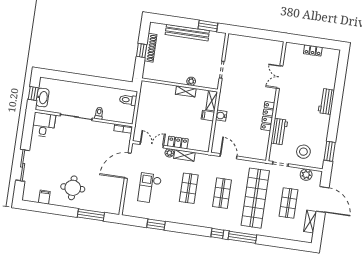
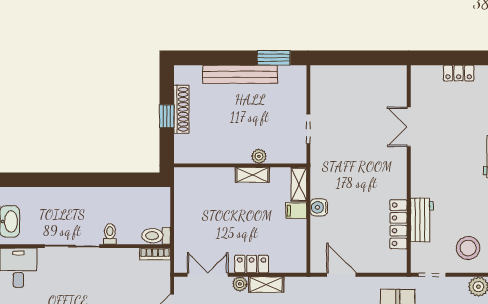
toilet: (128, 100) -> (156, 236), moved
locker: (268, 116) -> (398, 224), moved

